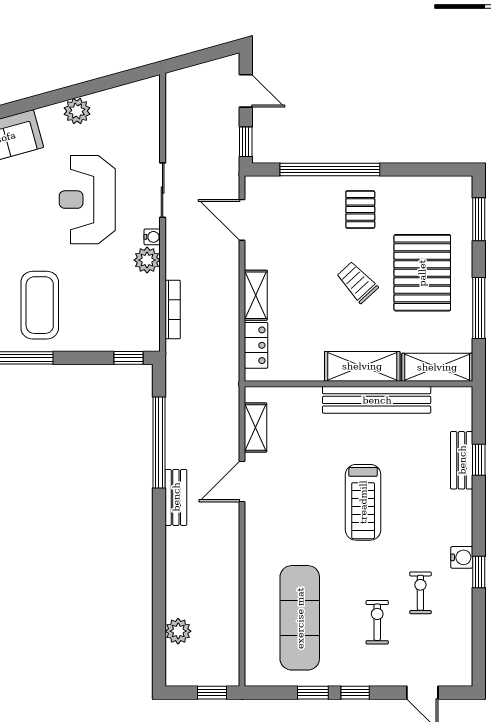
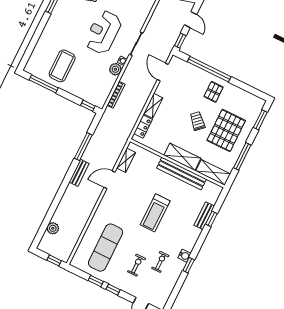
window: (159, 442) -> (83, 147), width x0.68

